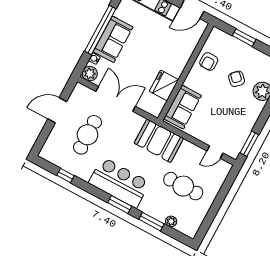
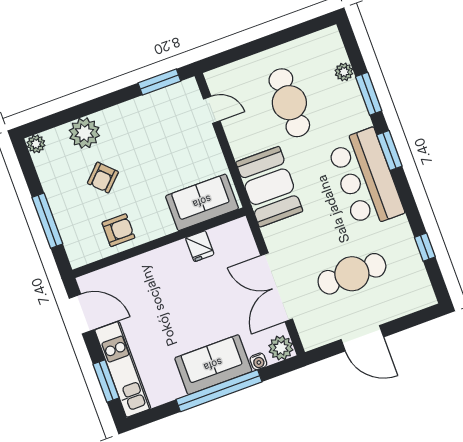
window: (244, 38) -> (47, 221), width x1.44
fridge: (164, 85) -> (200, 246), width x0.53, depth x0.75

